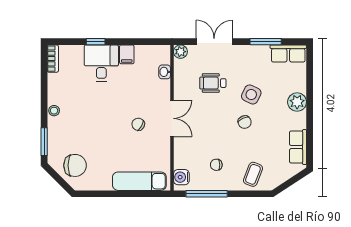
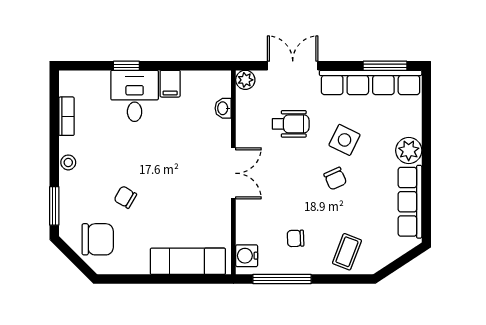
window: (266, 42) -> (385, 66), moved
row of seats: (288, 53) -> (371, 82), width x2.02
bookcase: (53, 59) -> (67, 116), moved
wheelchair: (213, 83) -> (291, 124), turned 180
chair: (138, 124) -> (125, 197), moved
row of seats: (298, 147) -> (410, 202), width x1.48

